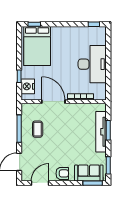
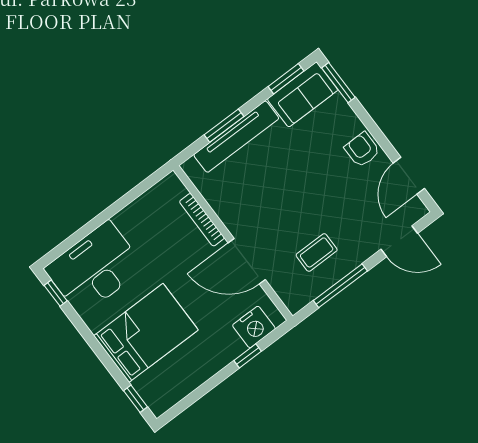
bed: (37, 46) -> (146, 333), moved
desk: (92, 64) -> (95, 268), moved
door: (53, 102) -> (247, 261), hinge flipped
sofa: (89, 173) -> (303, 95), moved, turned -90
door: (40, 183) -> (409, 176), hinge flipped

